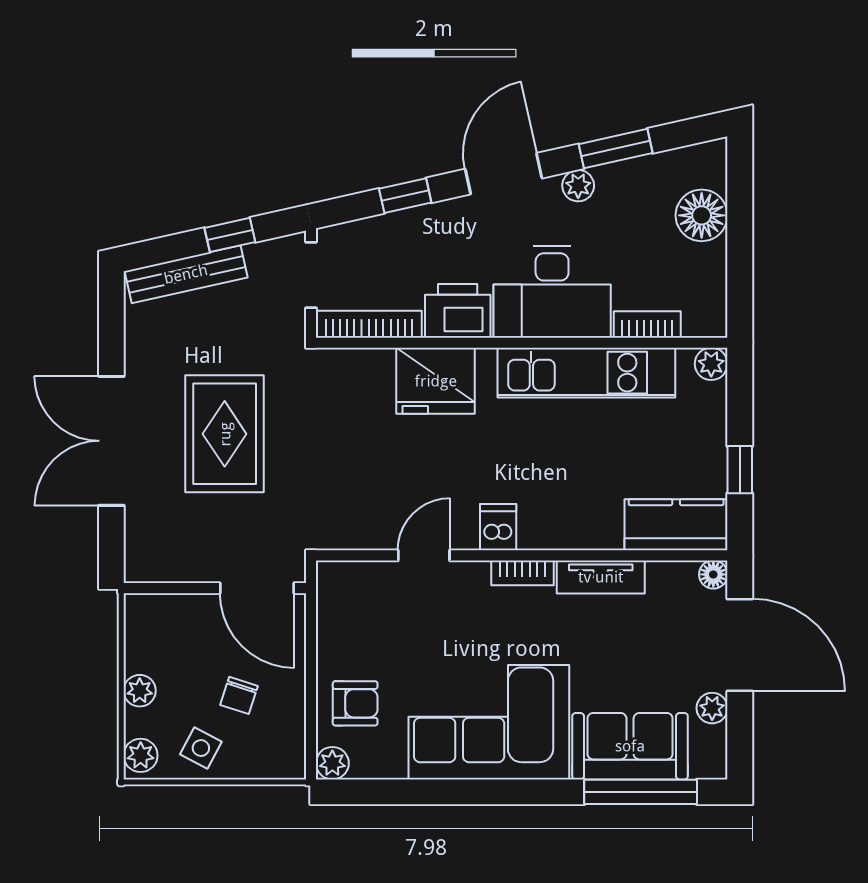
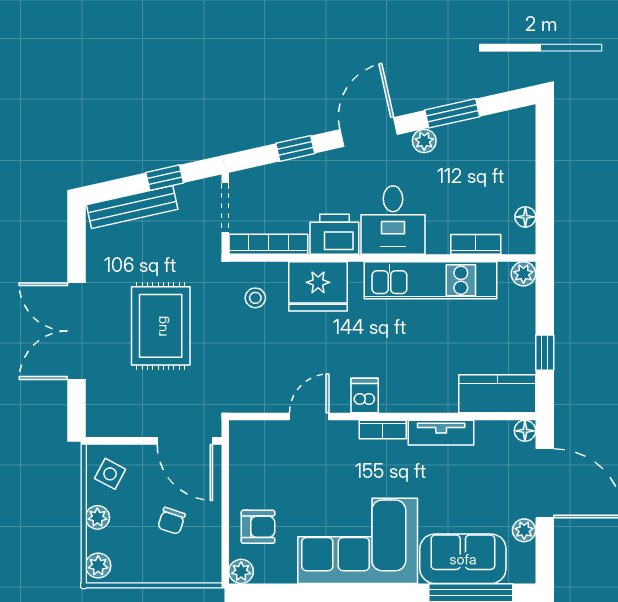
floor lamp: (702, 215) -> (525, 217), moved, width x0.53, depth x0.53
desk: (552, 292) -> (393, 220), width x0.73
stool: (351, 396) -> (255, 298), added
side table: (201, 748) -> (110, 474), moved

